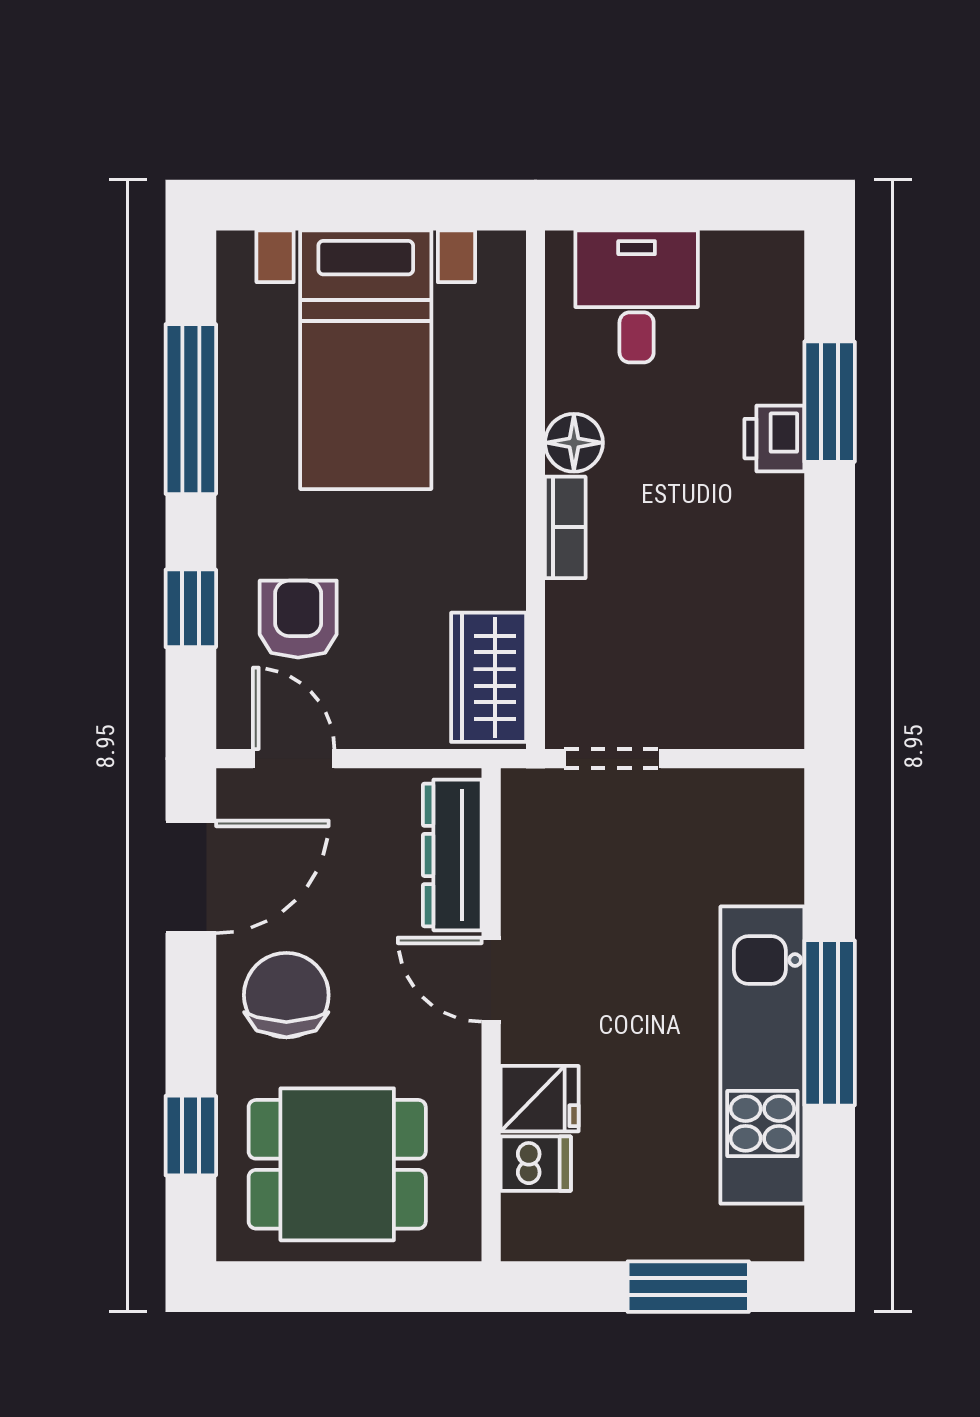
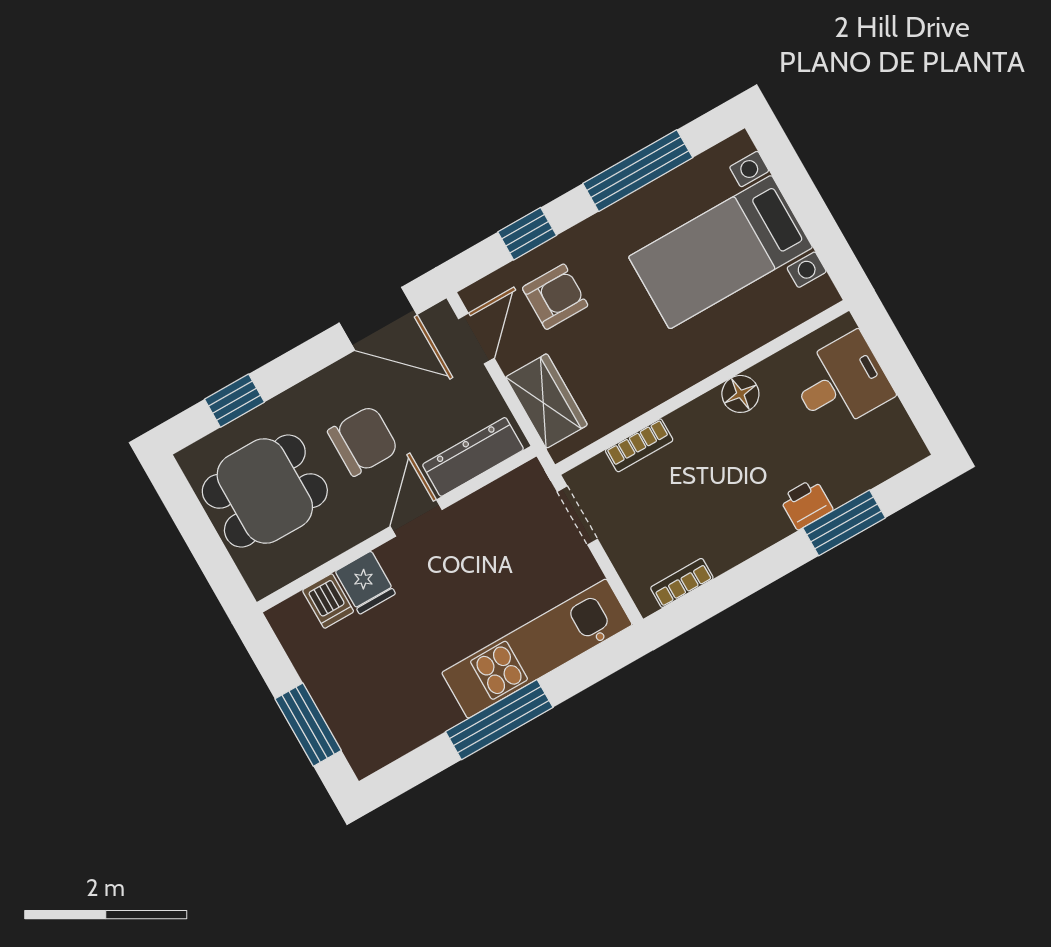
bookcase: (565, 527) -> (639, 445), moved
bookcase: (785, 669) -> (682, 583), added
wardrobe: (489, 677) -> (547, 401), moved, turned 90
chair: (286, 995) -> (363, 441), moved
kitchen unit: (762, 1055) -> (537, 649), moved
dining table: (337, 1164) -> (265, 491), turned 90

